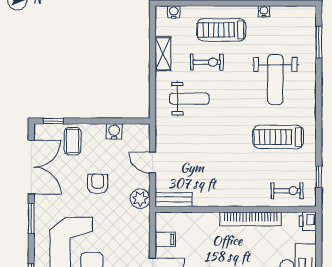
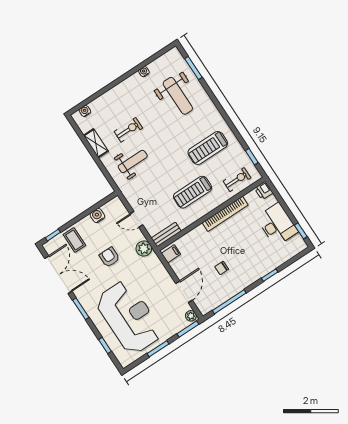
treadmill: (221, 30) -> (193, 192), moved
weight bench: (275, 80) -> (178, 96), moved
filing cabinet: (165, 239) -> (171, 254), moved

